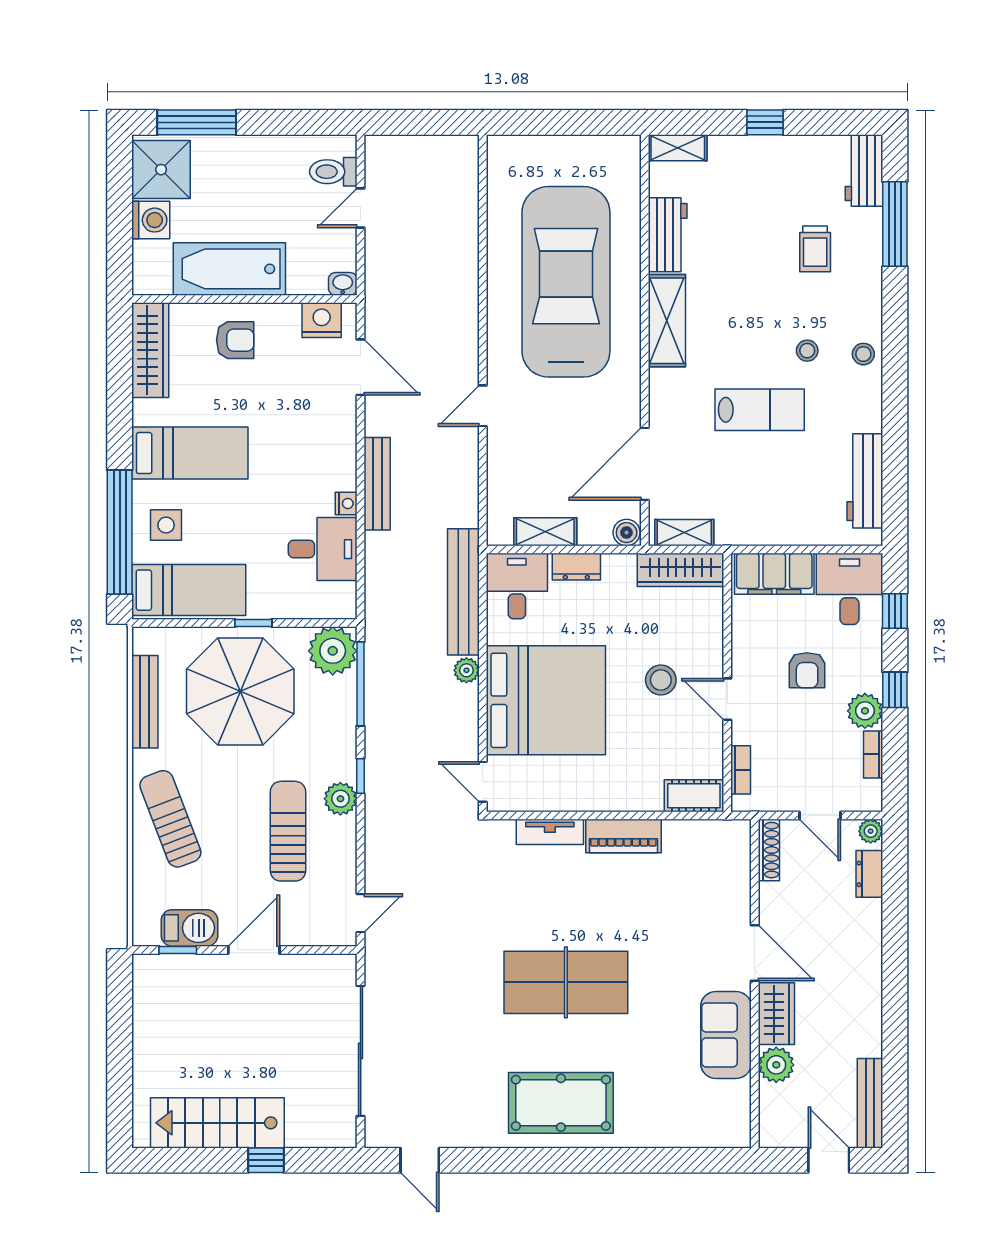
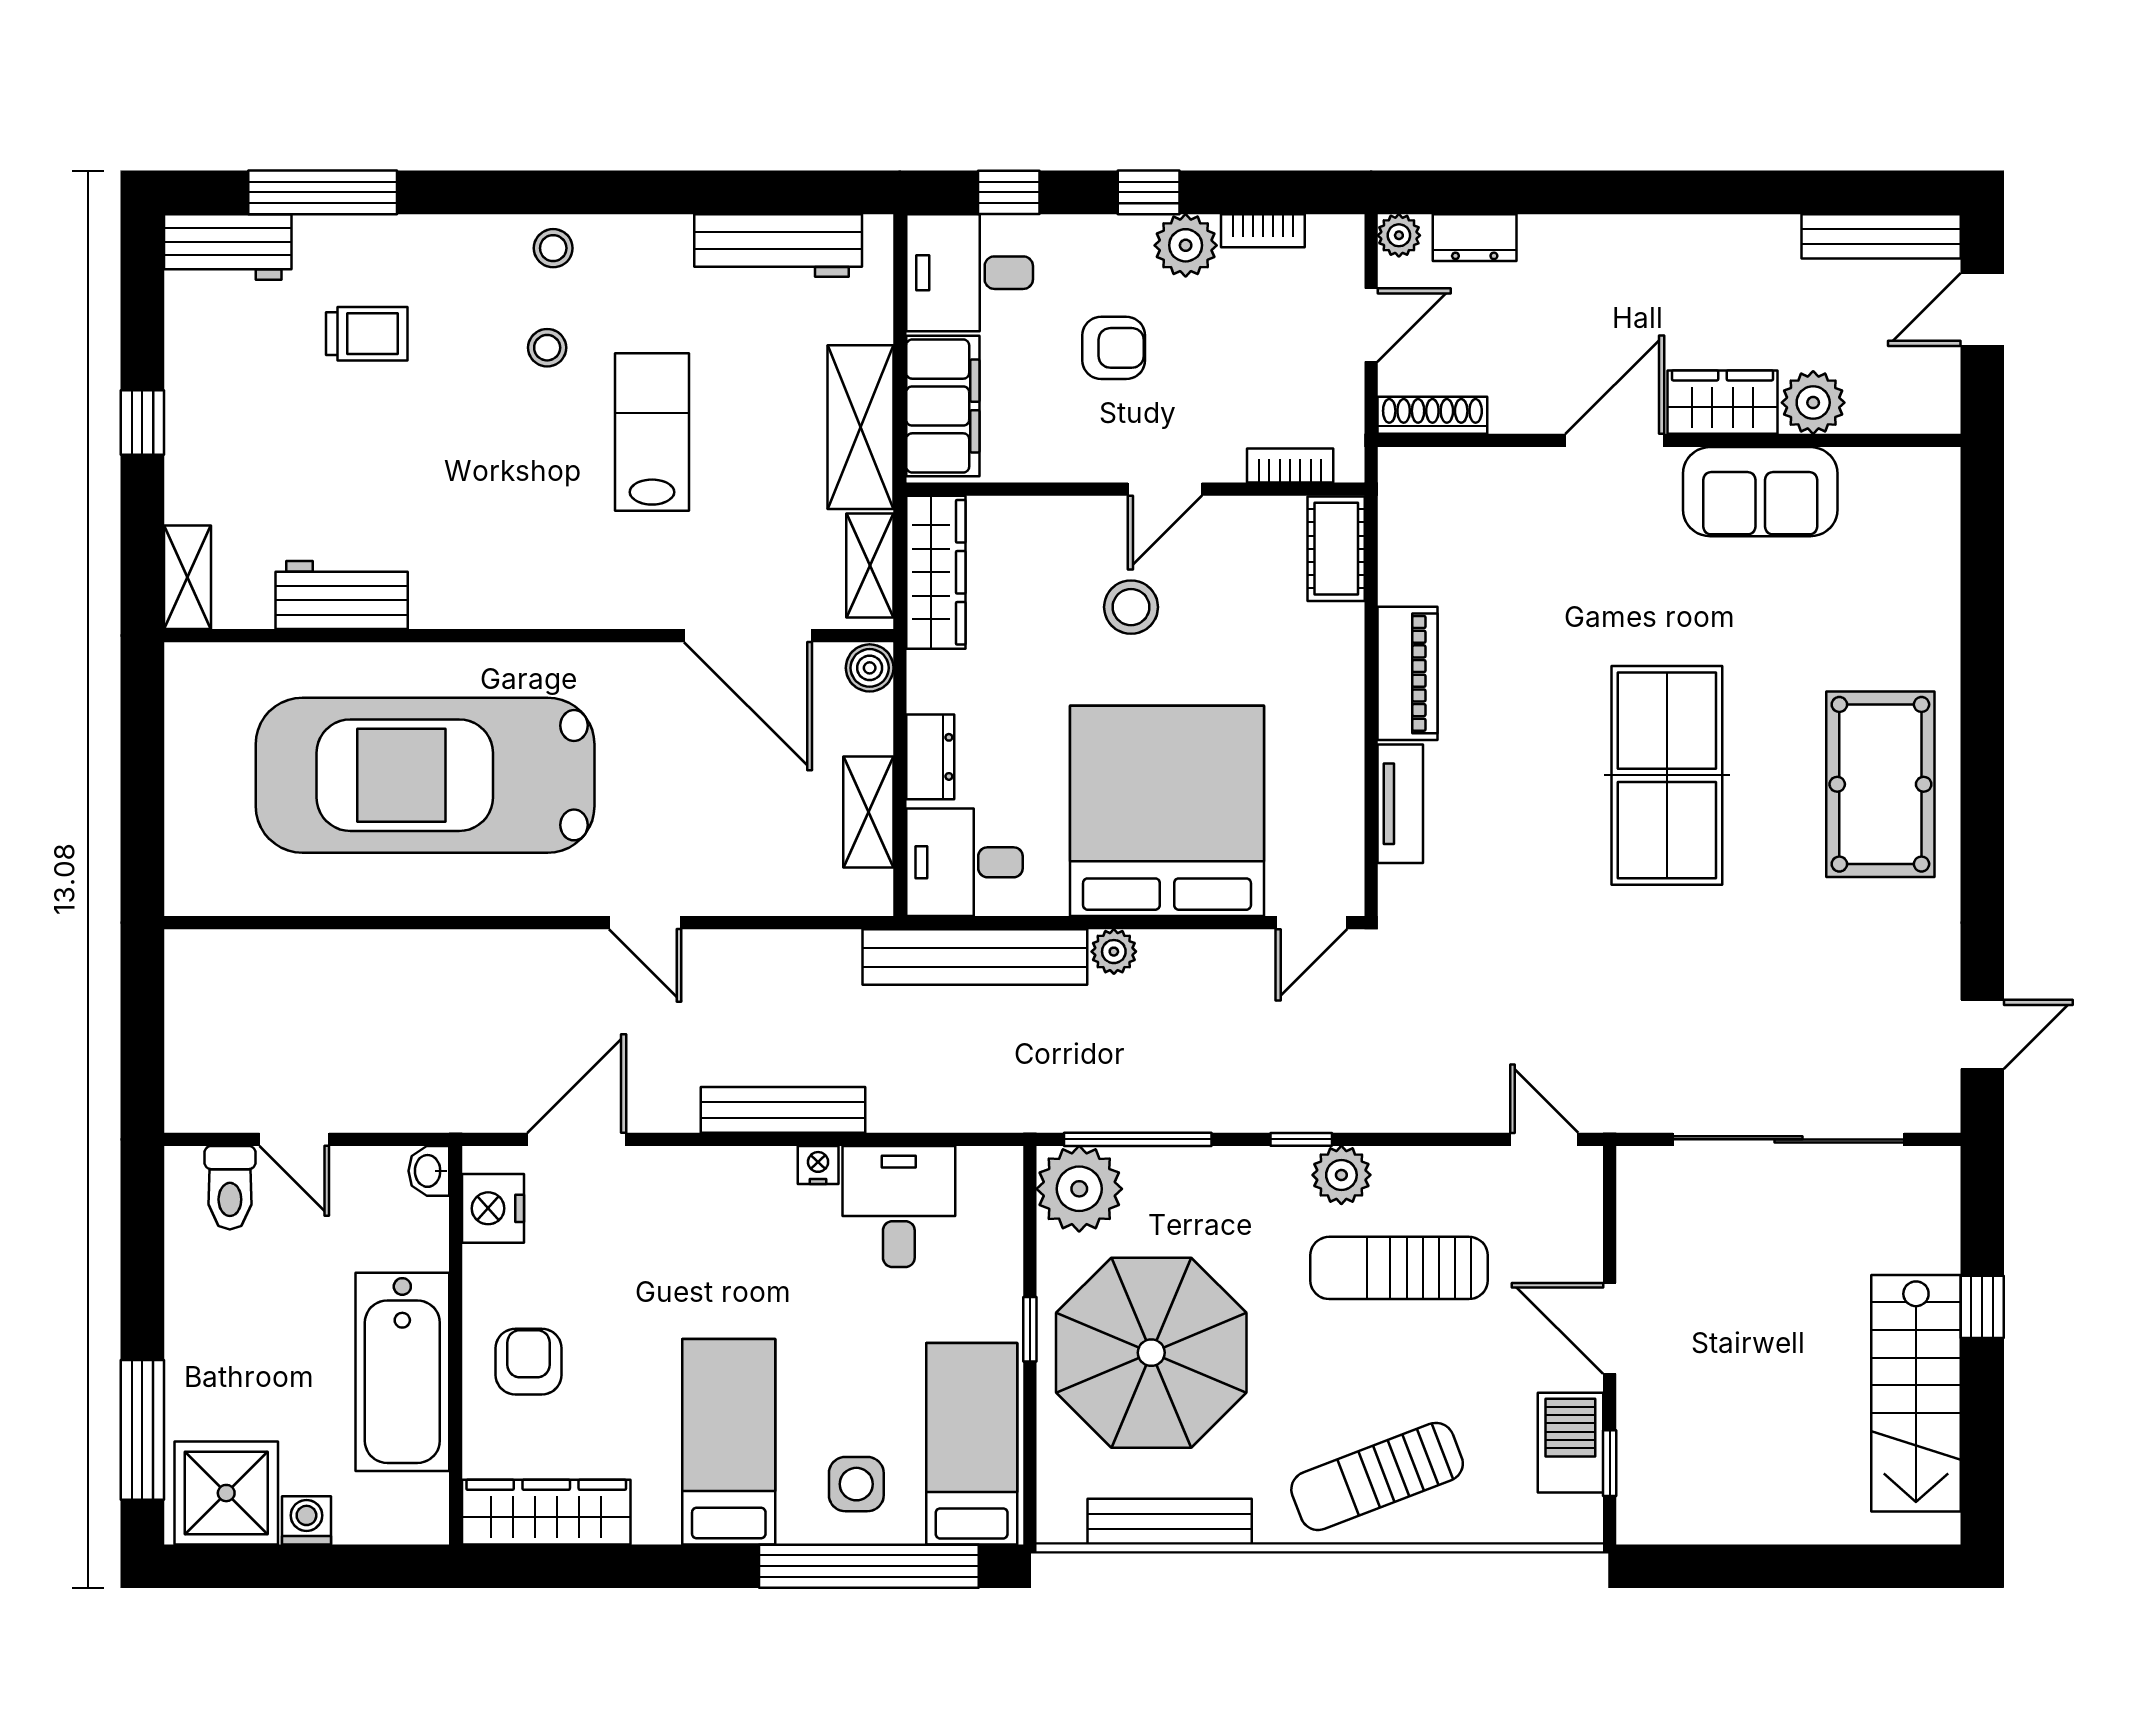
washing machine: (151, 220) -> (306, 1520), width x0.73, depth x0.73
shelving: (667, 321) -> (860, 427), moved, turned 90

